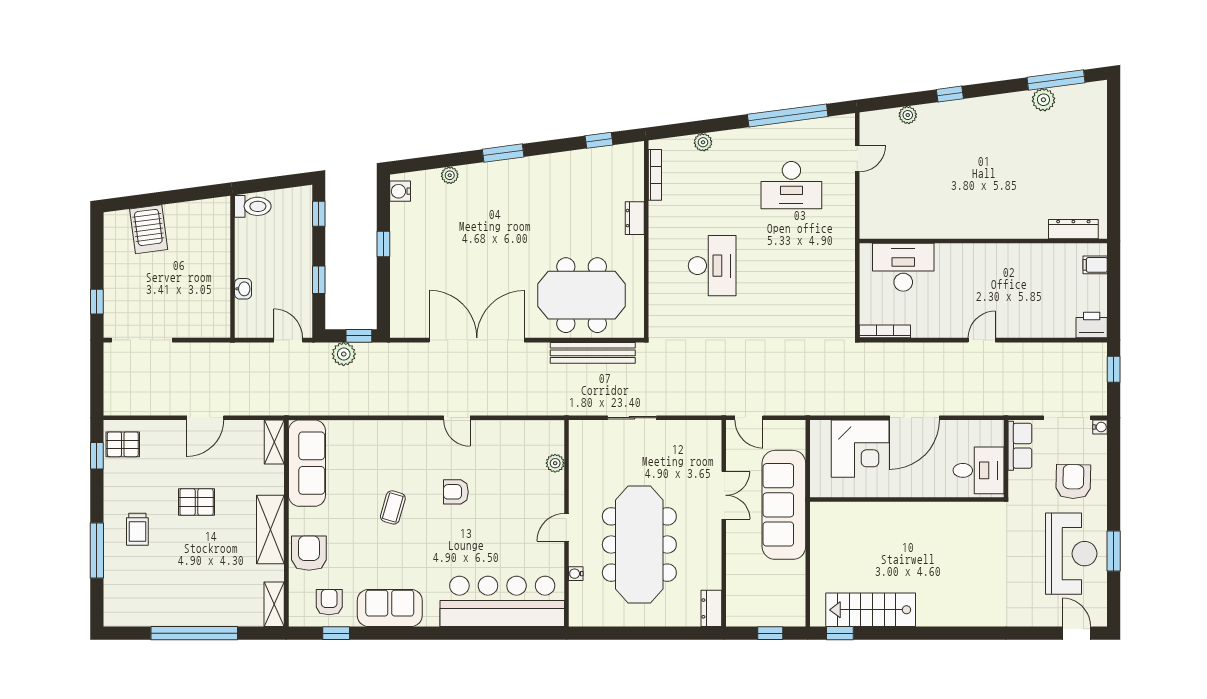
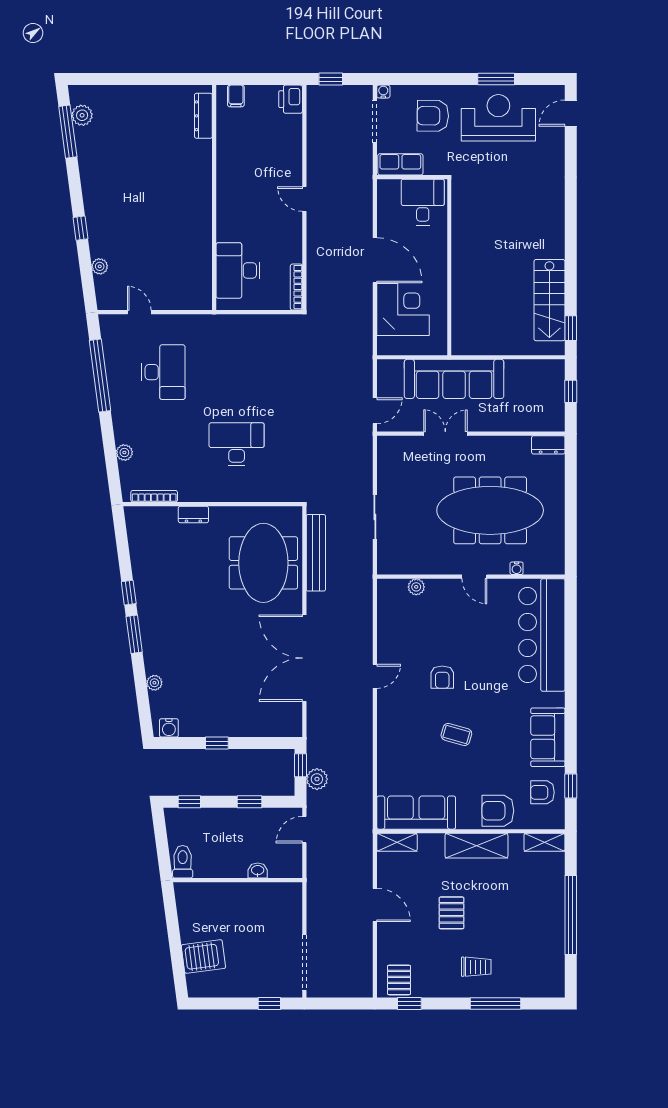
plant: (1043, 100) -> (82, 115), moved
window: (599, 140) -> (129, 593), moved

